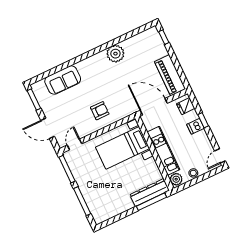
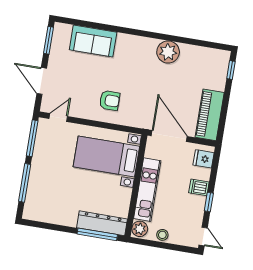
window: (203, 120) -> (209, 202), moved
door: (220, 156) -> (203, 236), swing flipped

